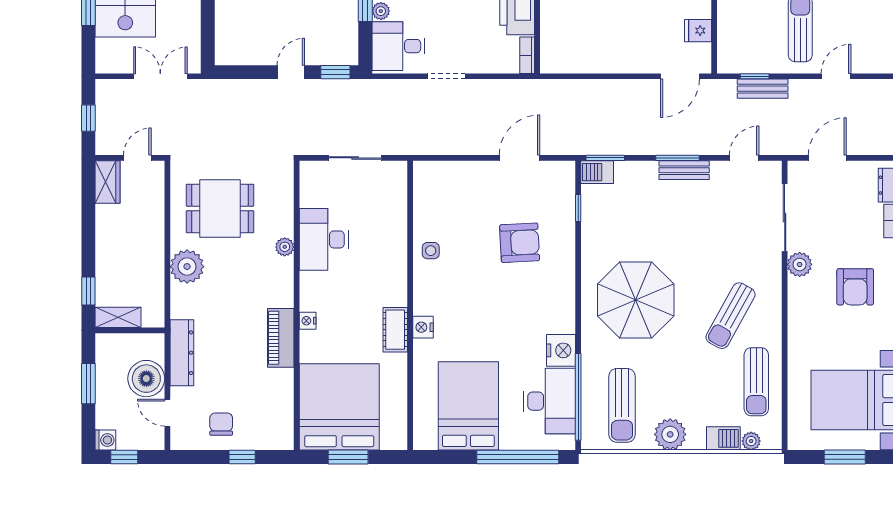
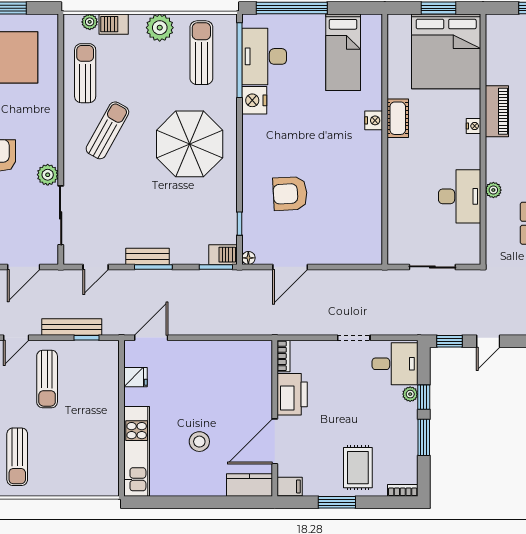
bench: (763, 89) -> (72, 327), width x1.36
floor lamp: (568, 168) -> (248, 258), added
side table: (431, 251) -> (367, 187), removed
bed: (468, 406) -> (343, 52), width x0.67

